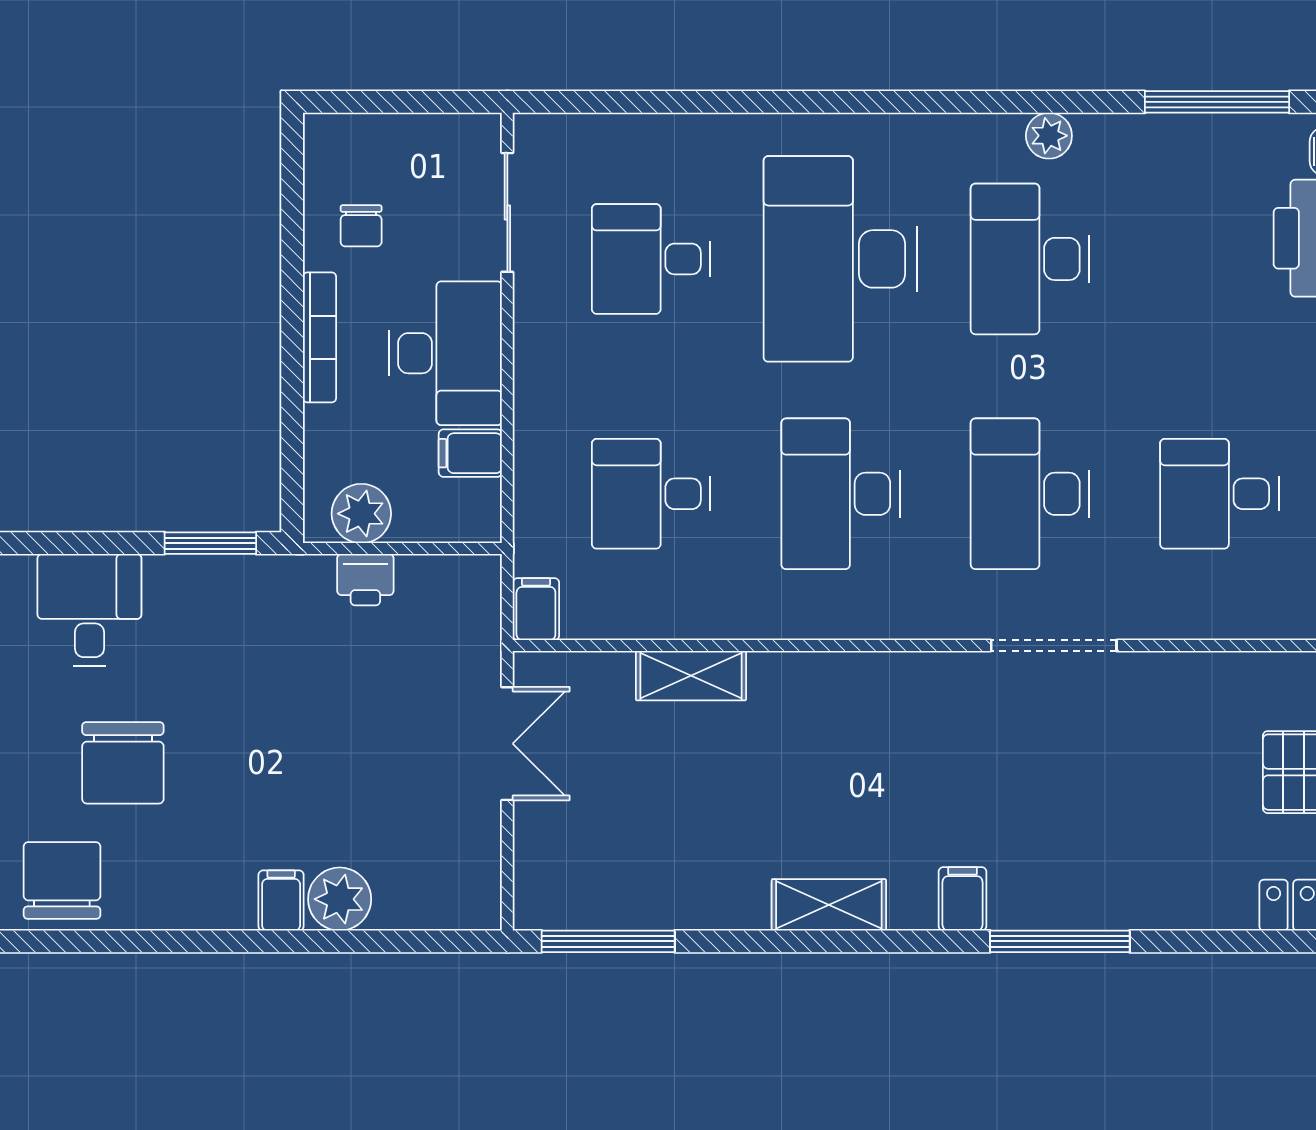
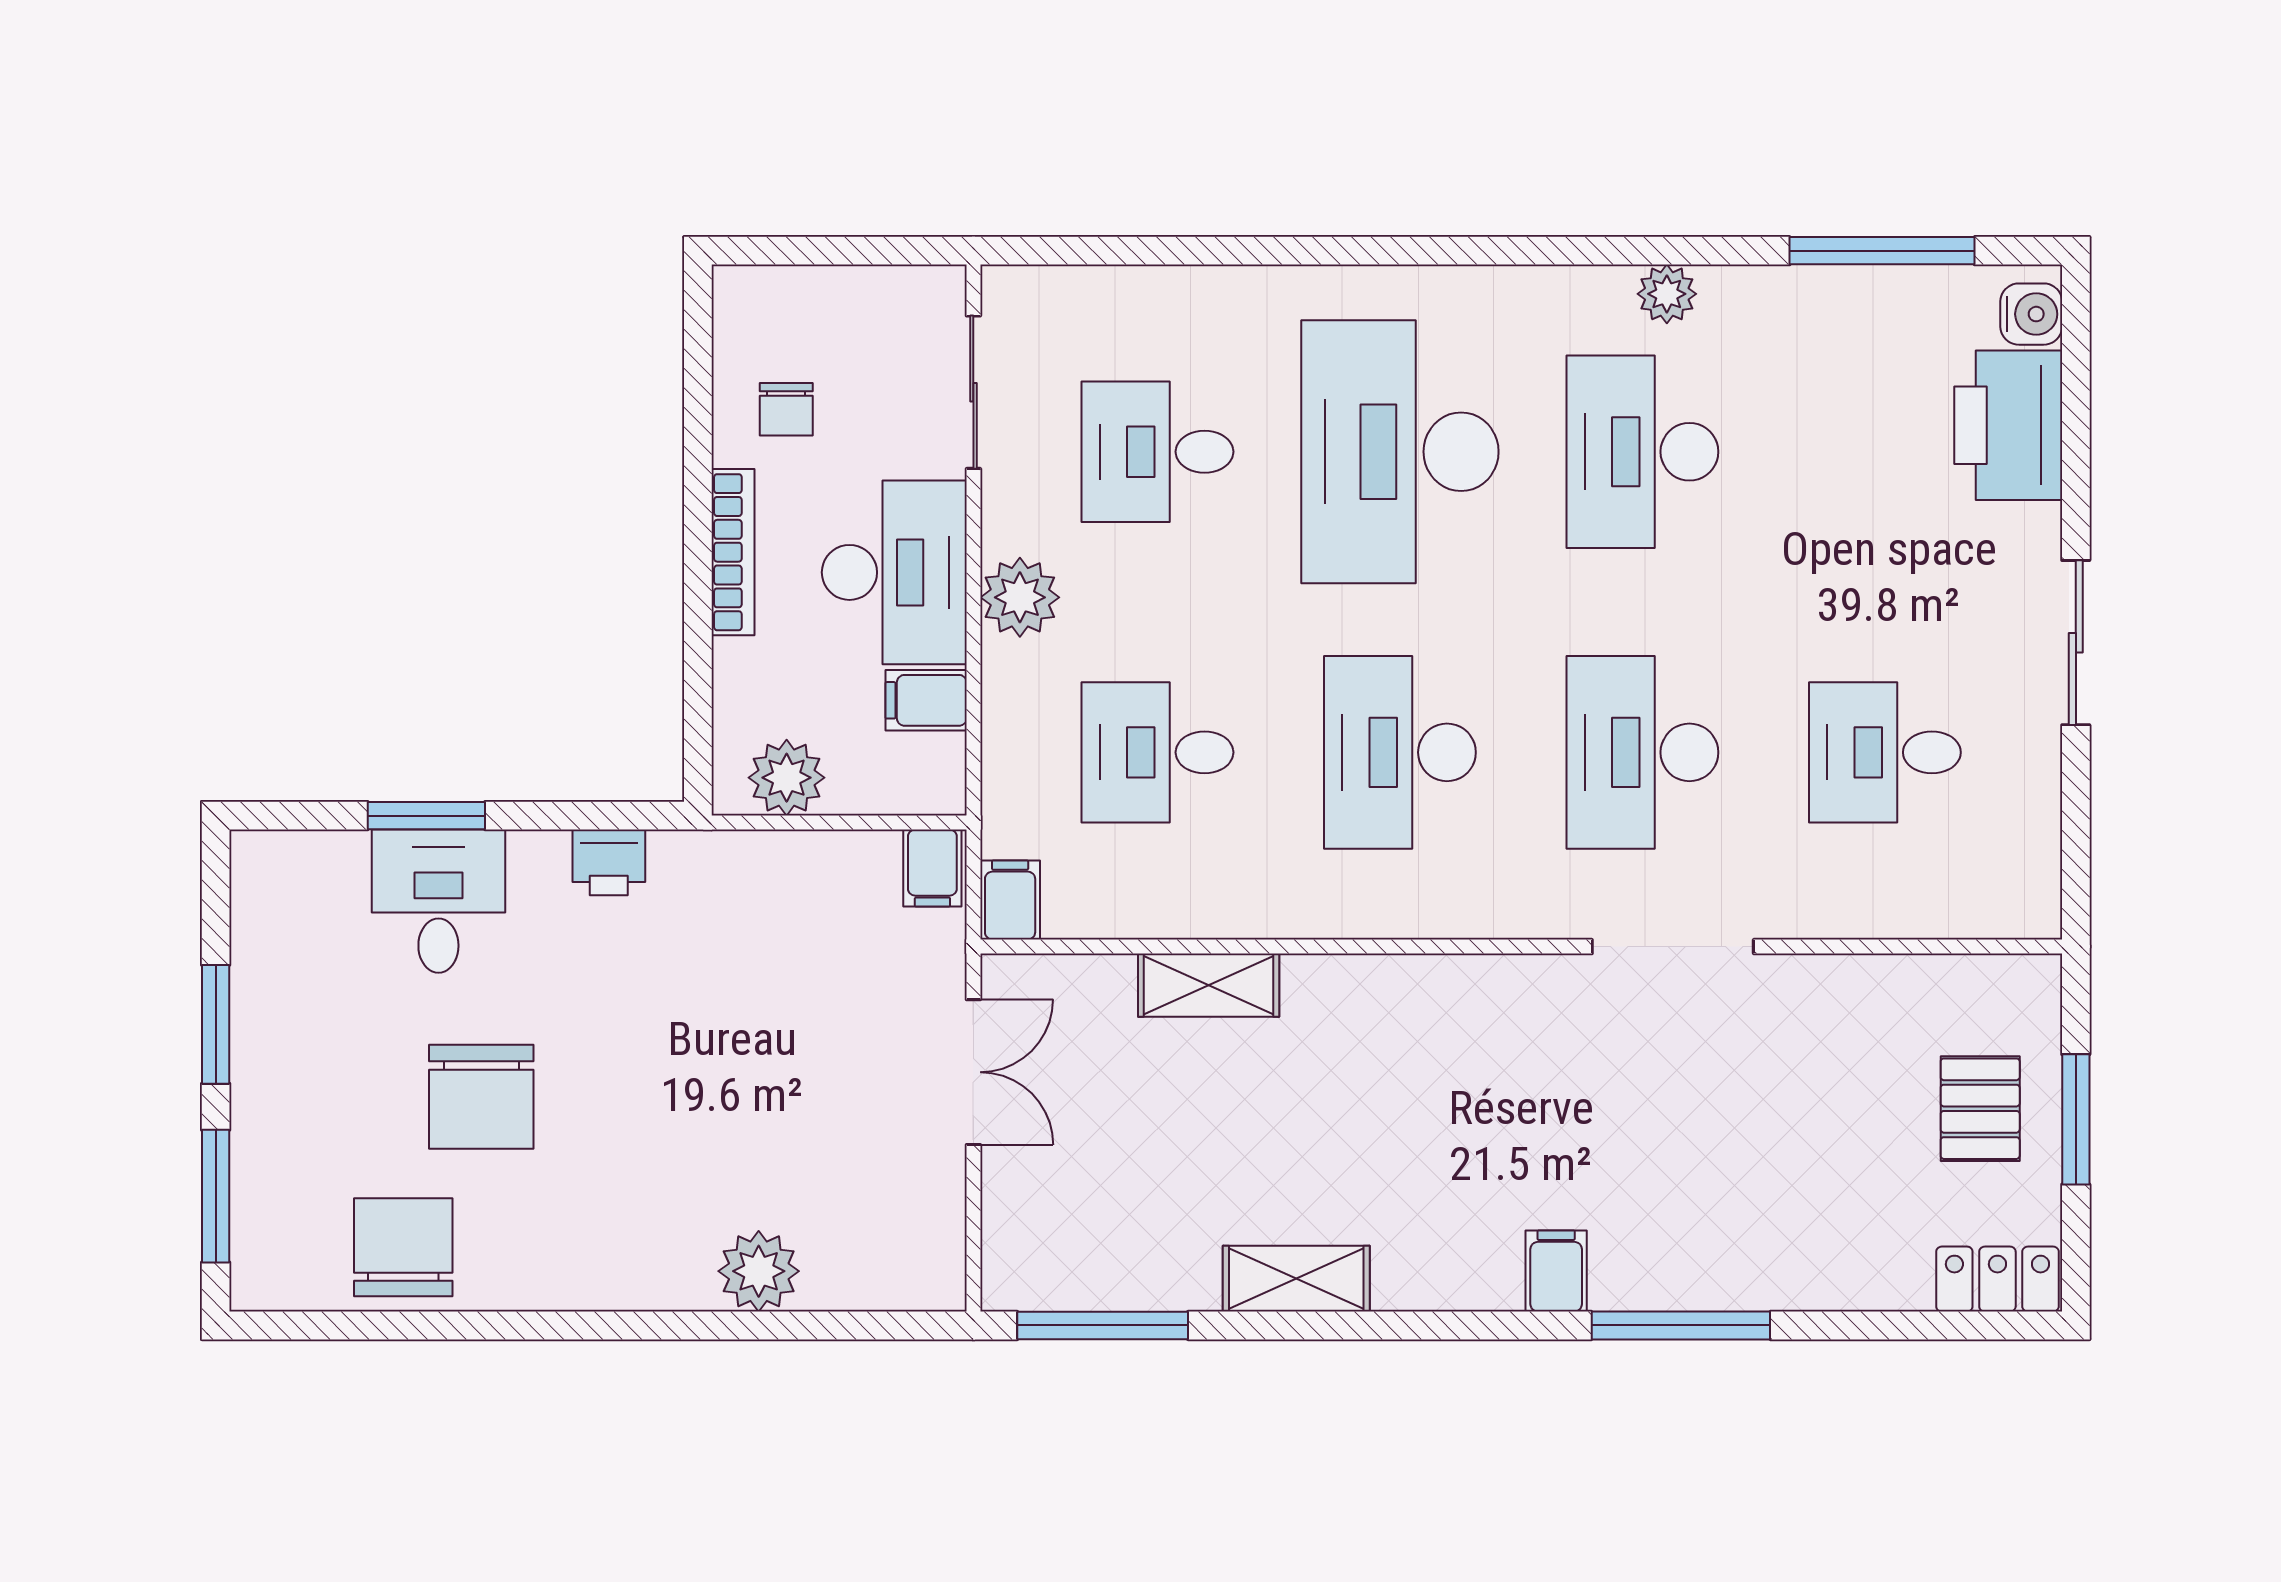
plant: (544, 373) -> (1020, 597), added
window: (210, 543) -> (426, 816), moved
printer: (365, 580) -> (609, 862), moved
filing cabinet: (281, 901) -> (932, 868), moved, turned 180
shelving: (829, 905) -> (1296, 1279), moved

